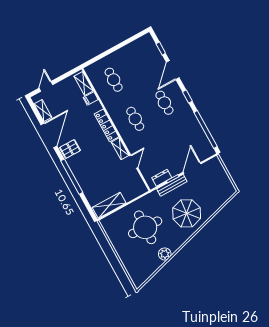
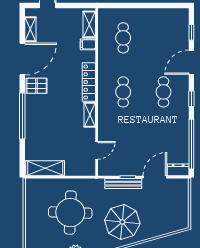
door: (134, 162) -> (97, 150), moved
dresser: (162, 178) -> (178, 170), moved

